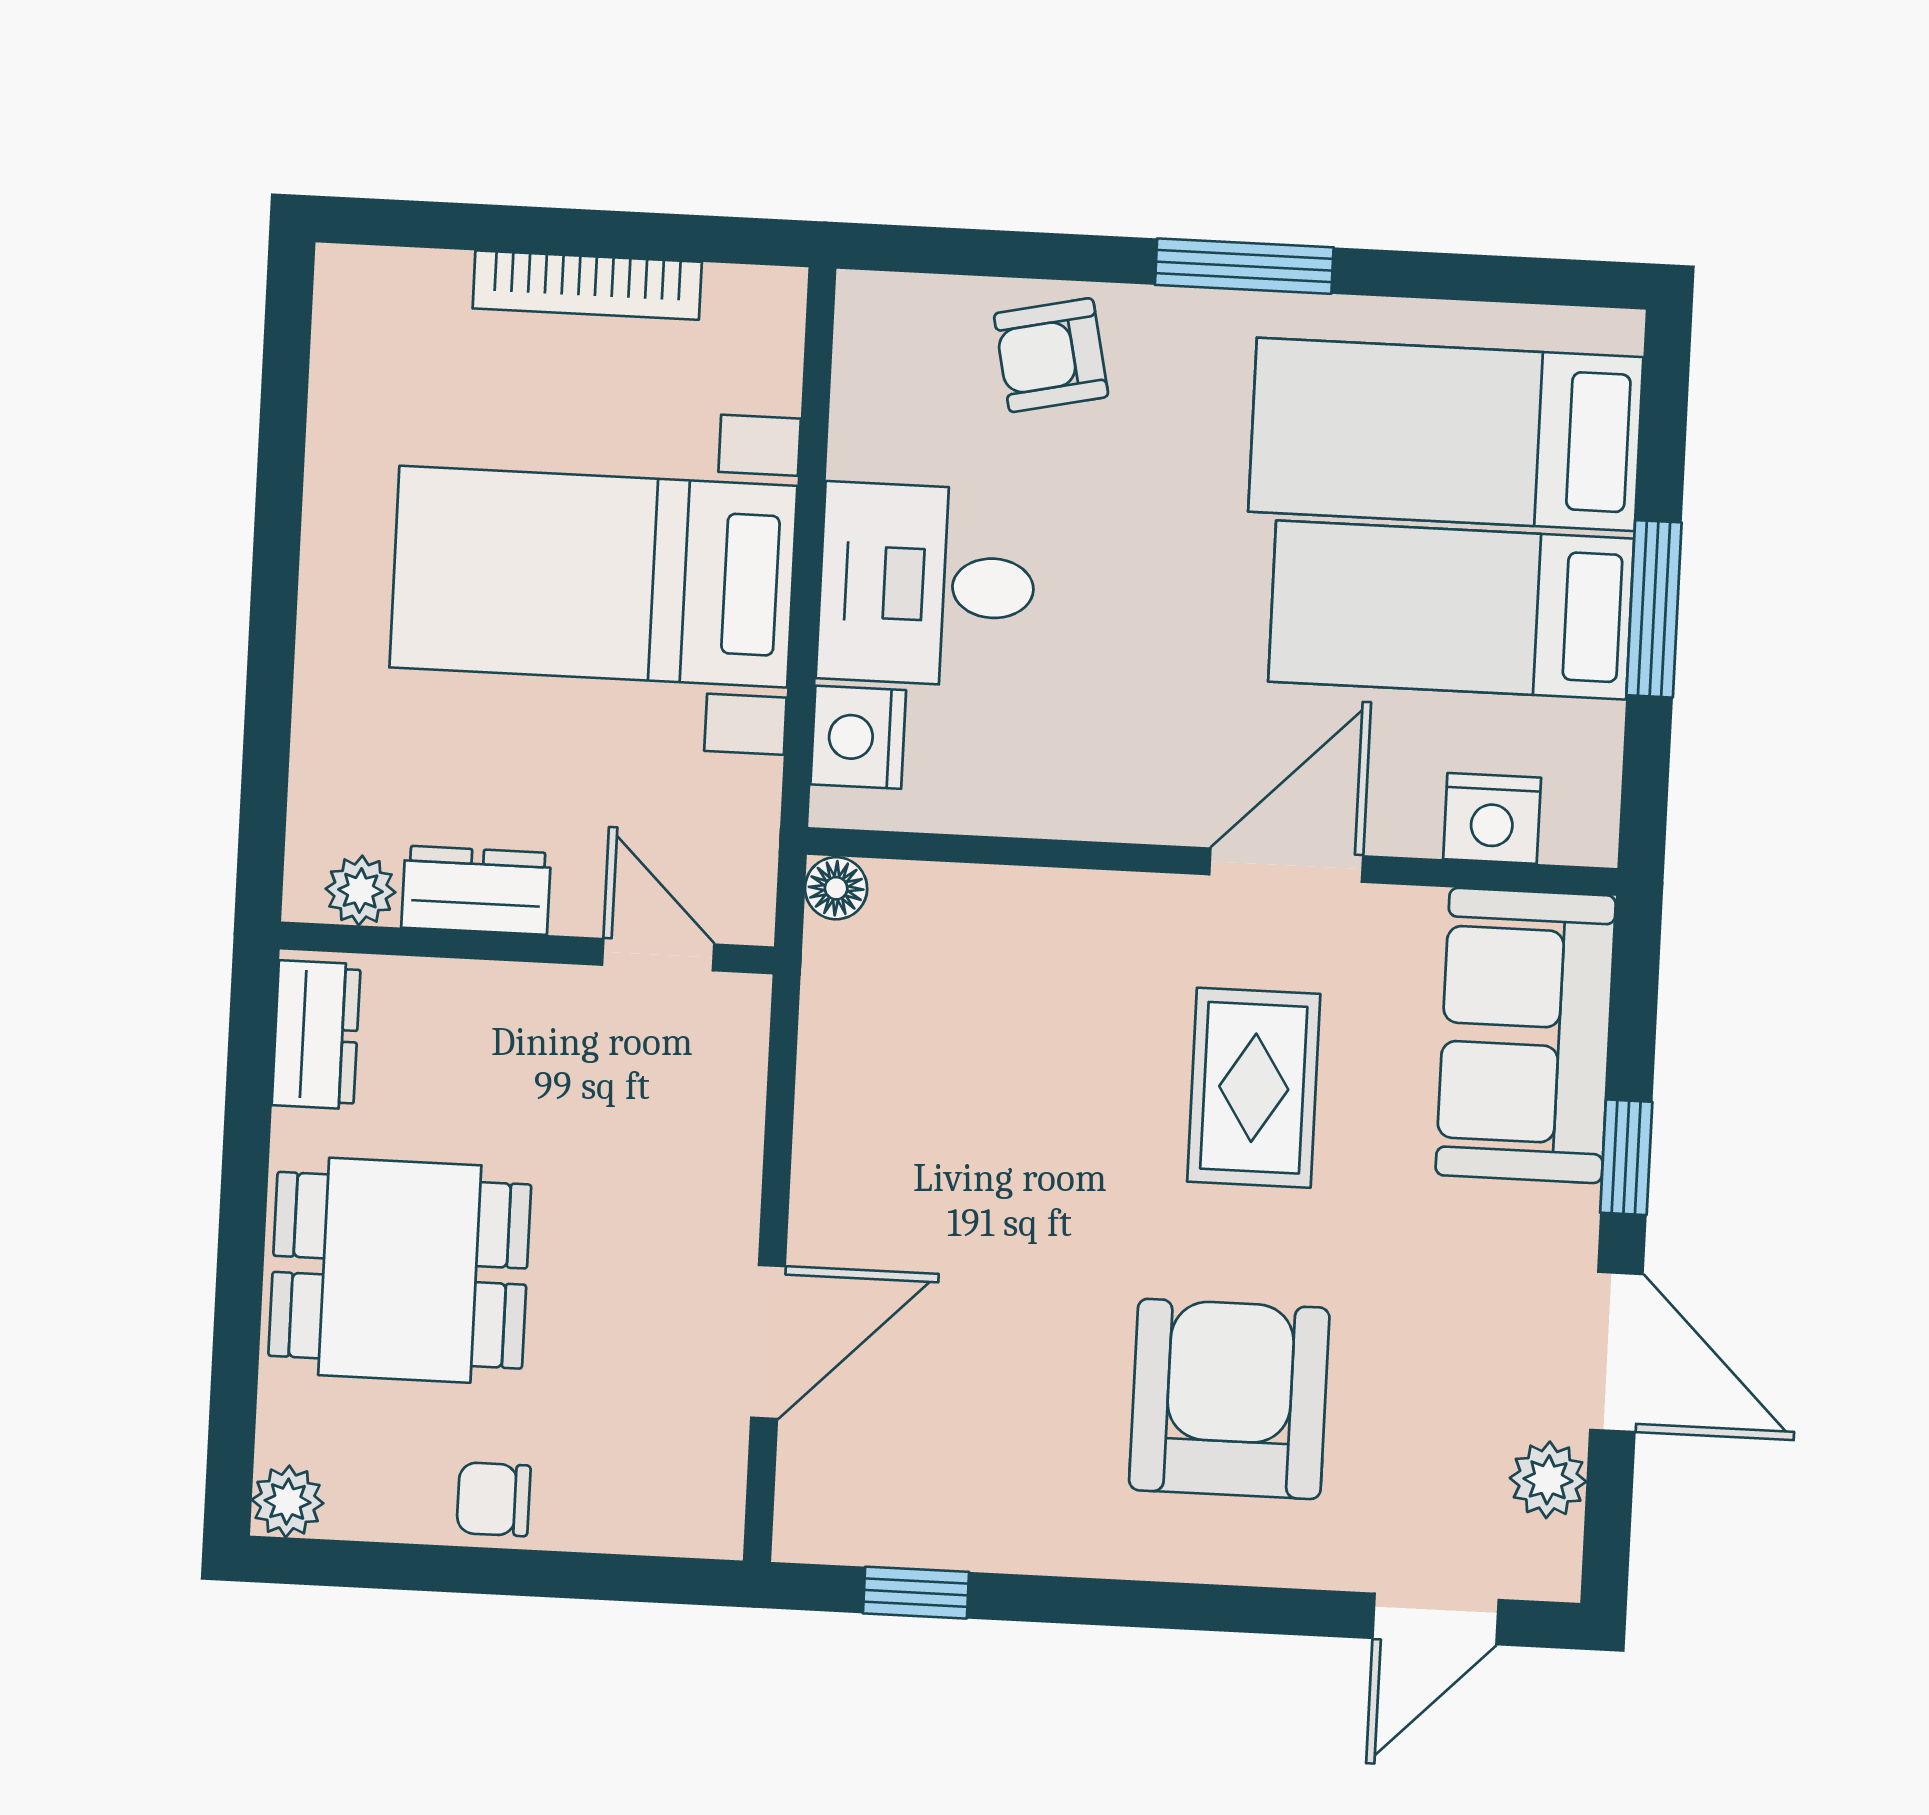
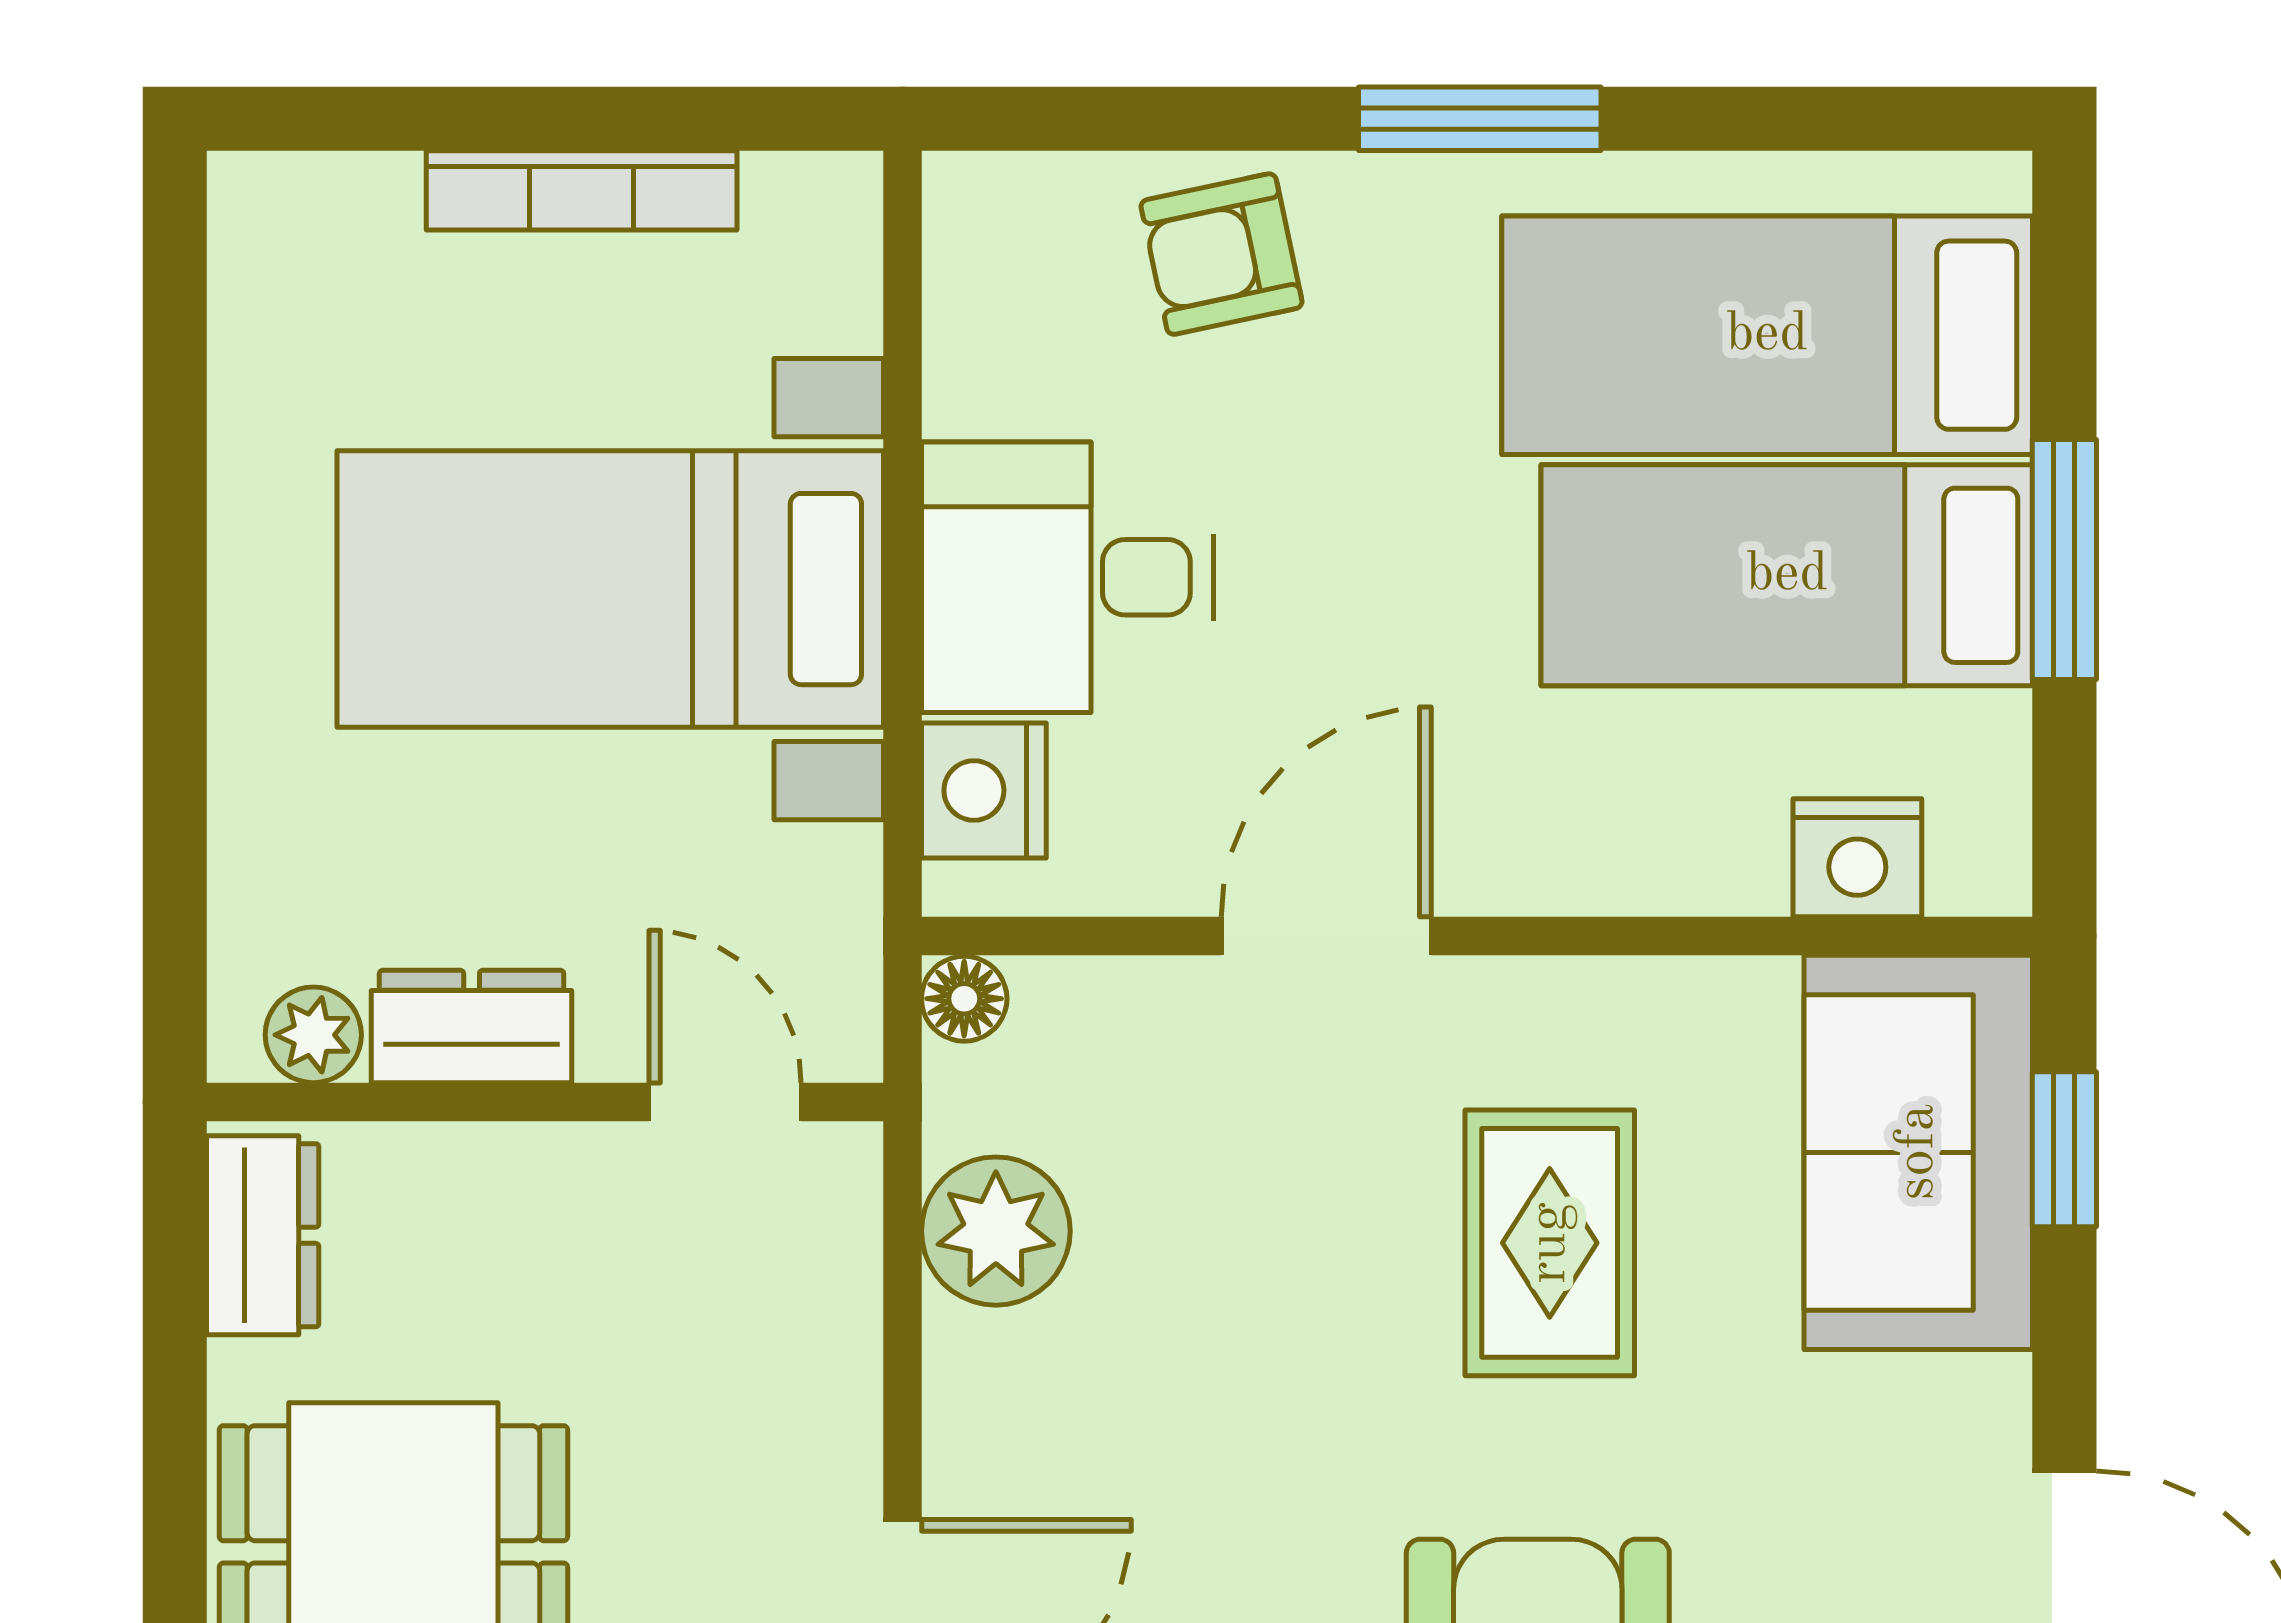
door: (1286, 865) -> (1326, 936), moved
plant: (851, 1059) -> (996, 1231), added
window: (1626, 1157) -> (2064, 1149), moved

